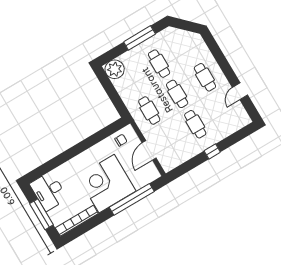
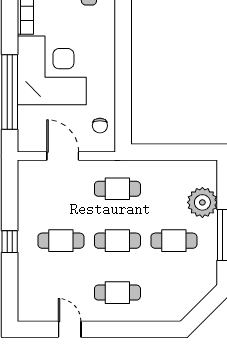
plant: (115, 69) -> (202, 202), moved

